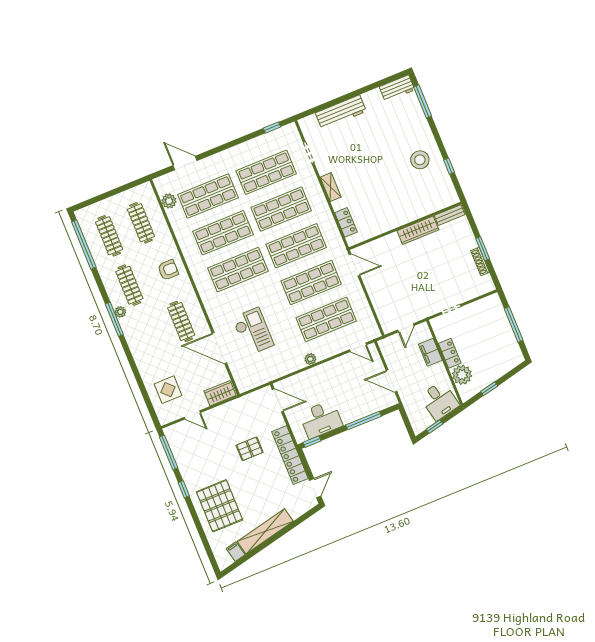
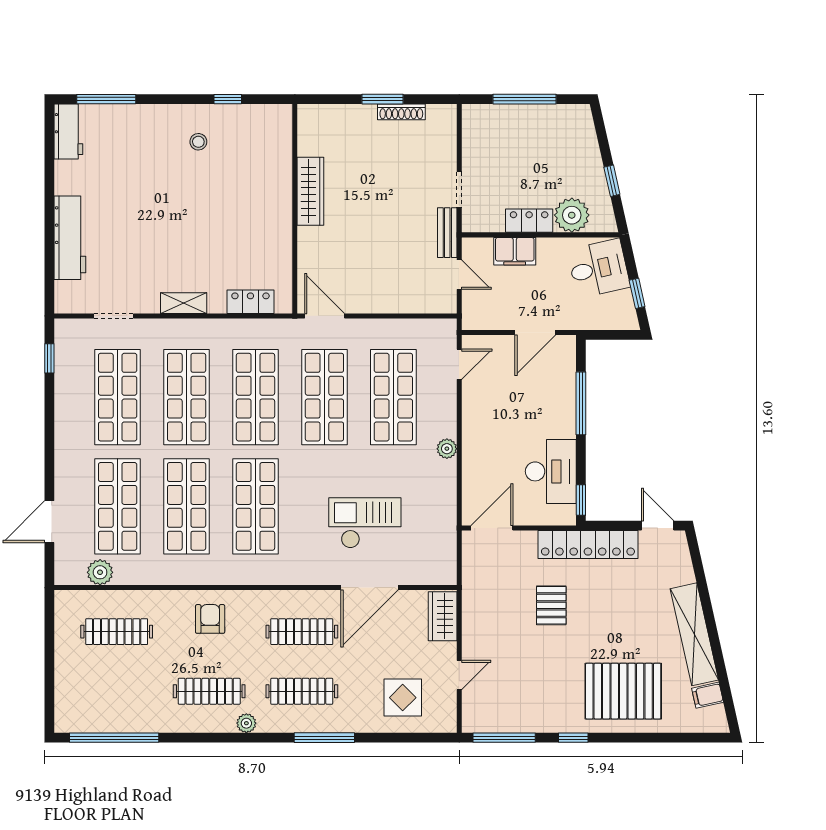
stool: (420, 160) -> (198, 142), width x0.53, depth x0.53
bench: (450, 215) -> (447, 233), moved
clothes rail: (109, 236) -> (302, 691), moved
door: (355, 265) -> (325, 316), hinge flipped
window: (114, 319) -> (324, 738), moved

